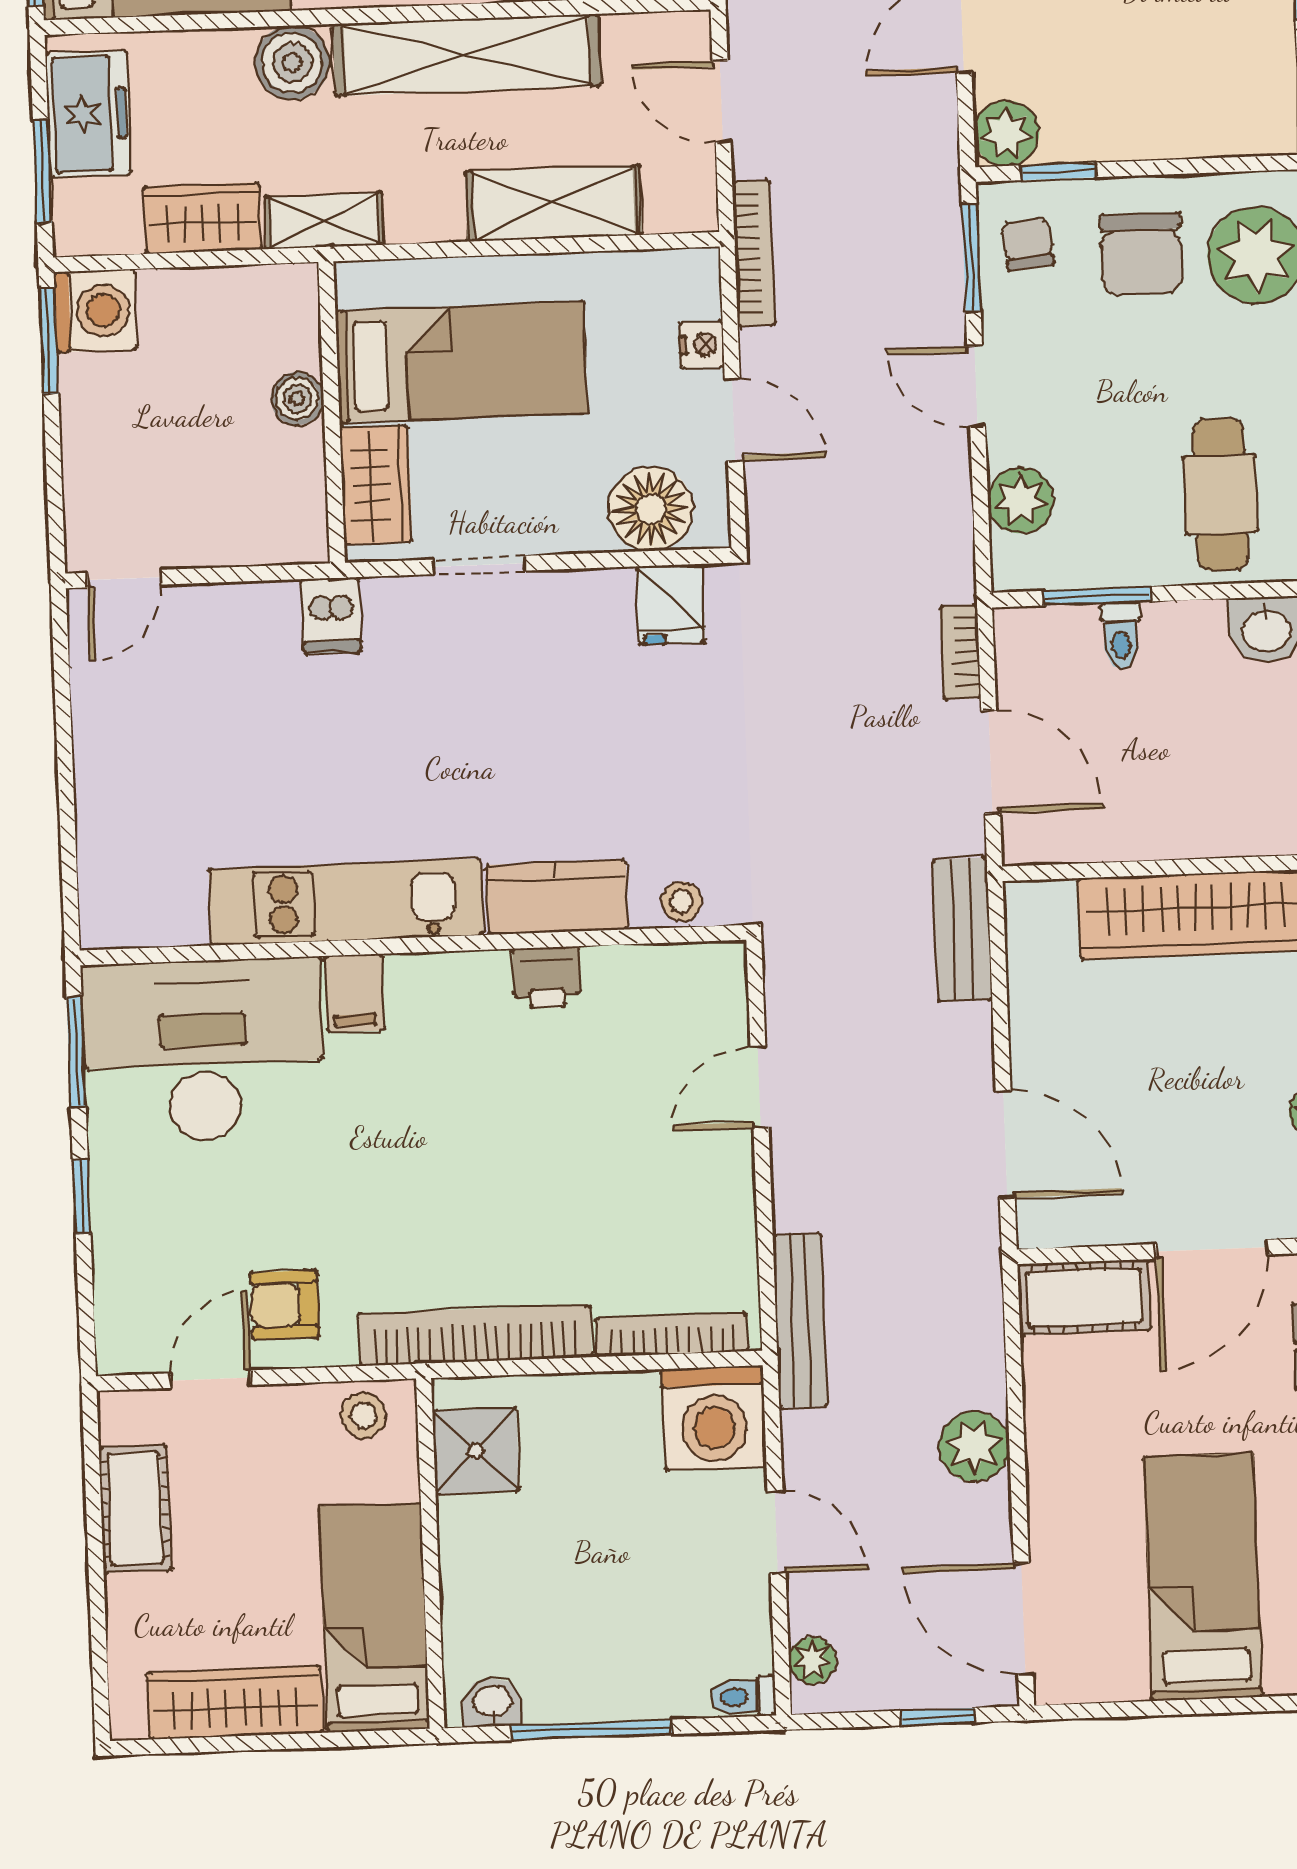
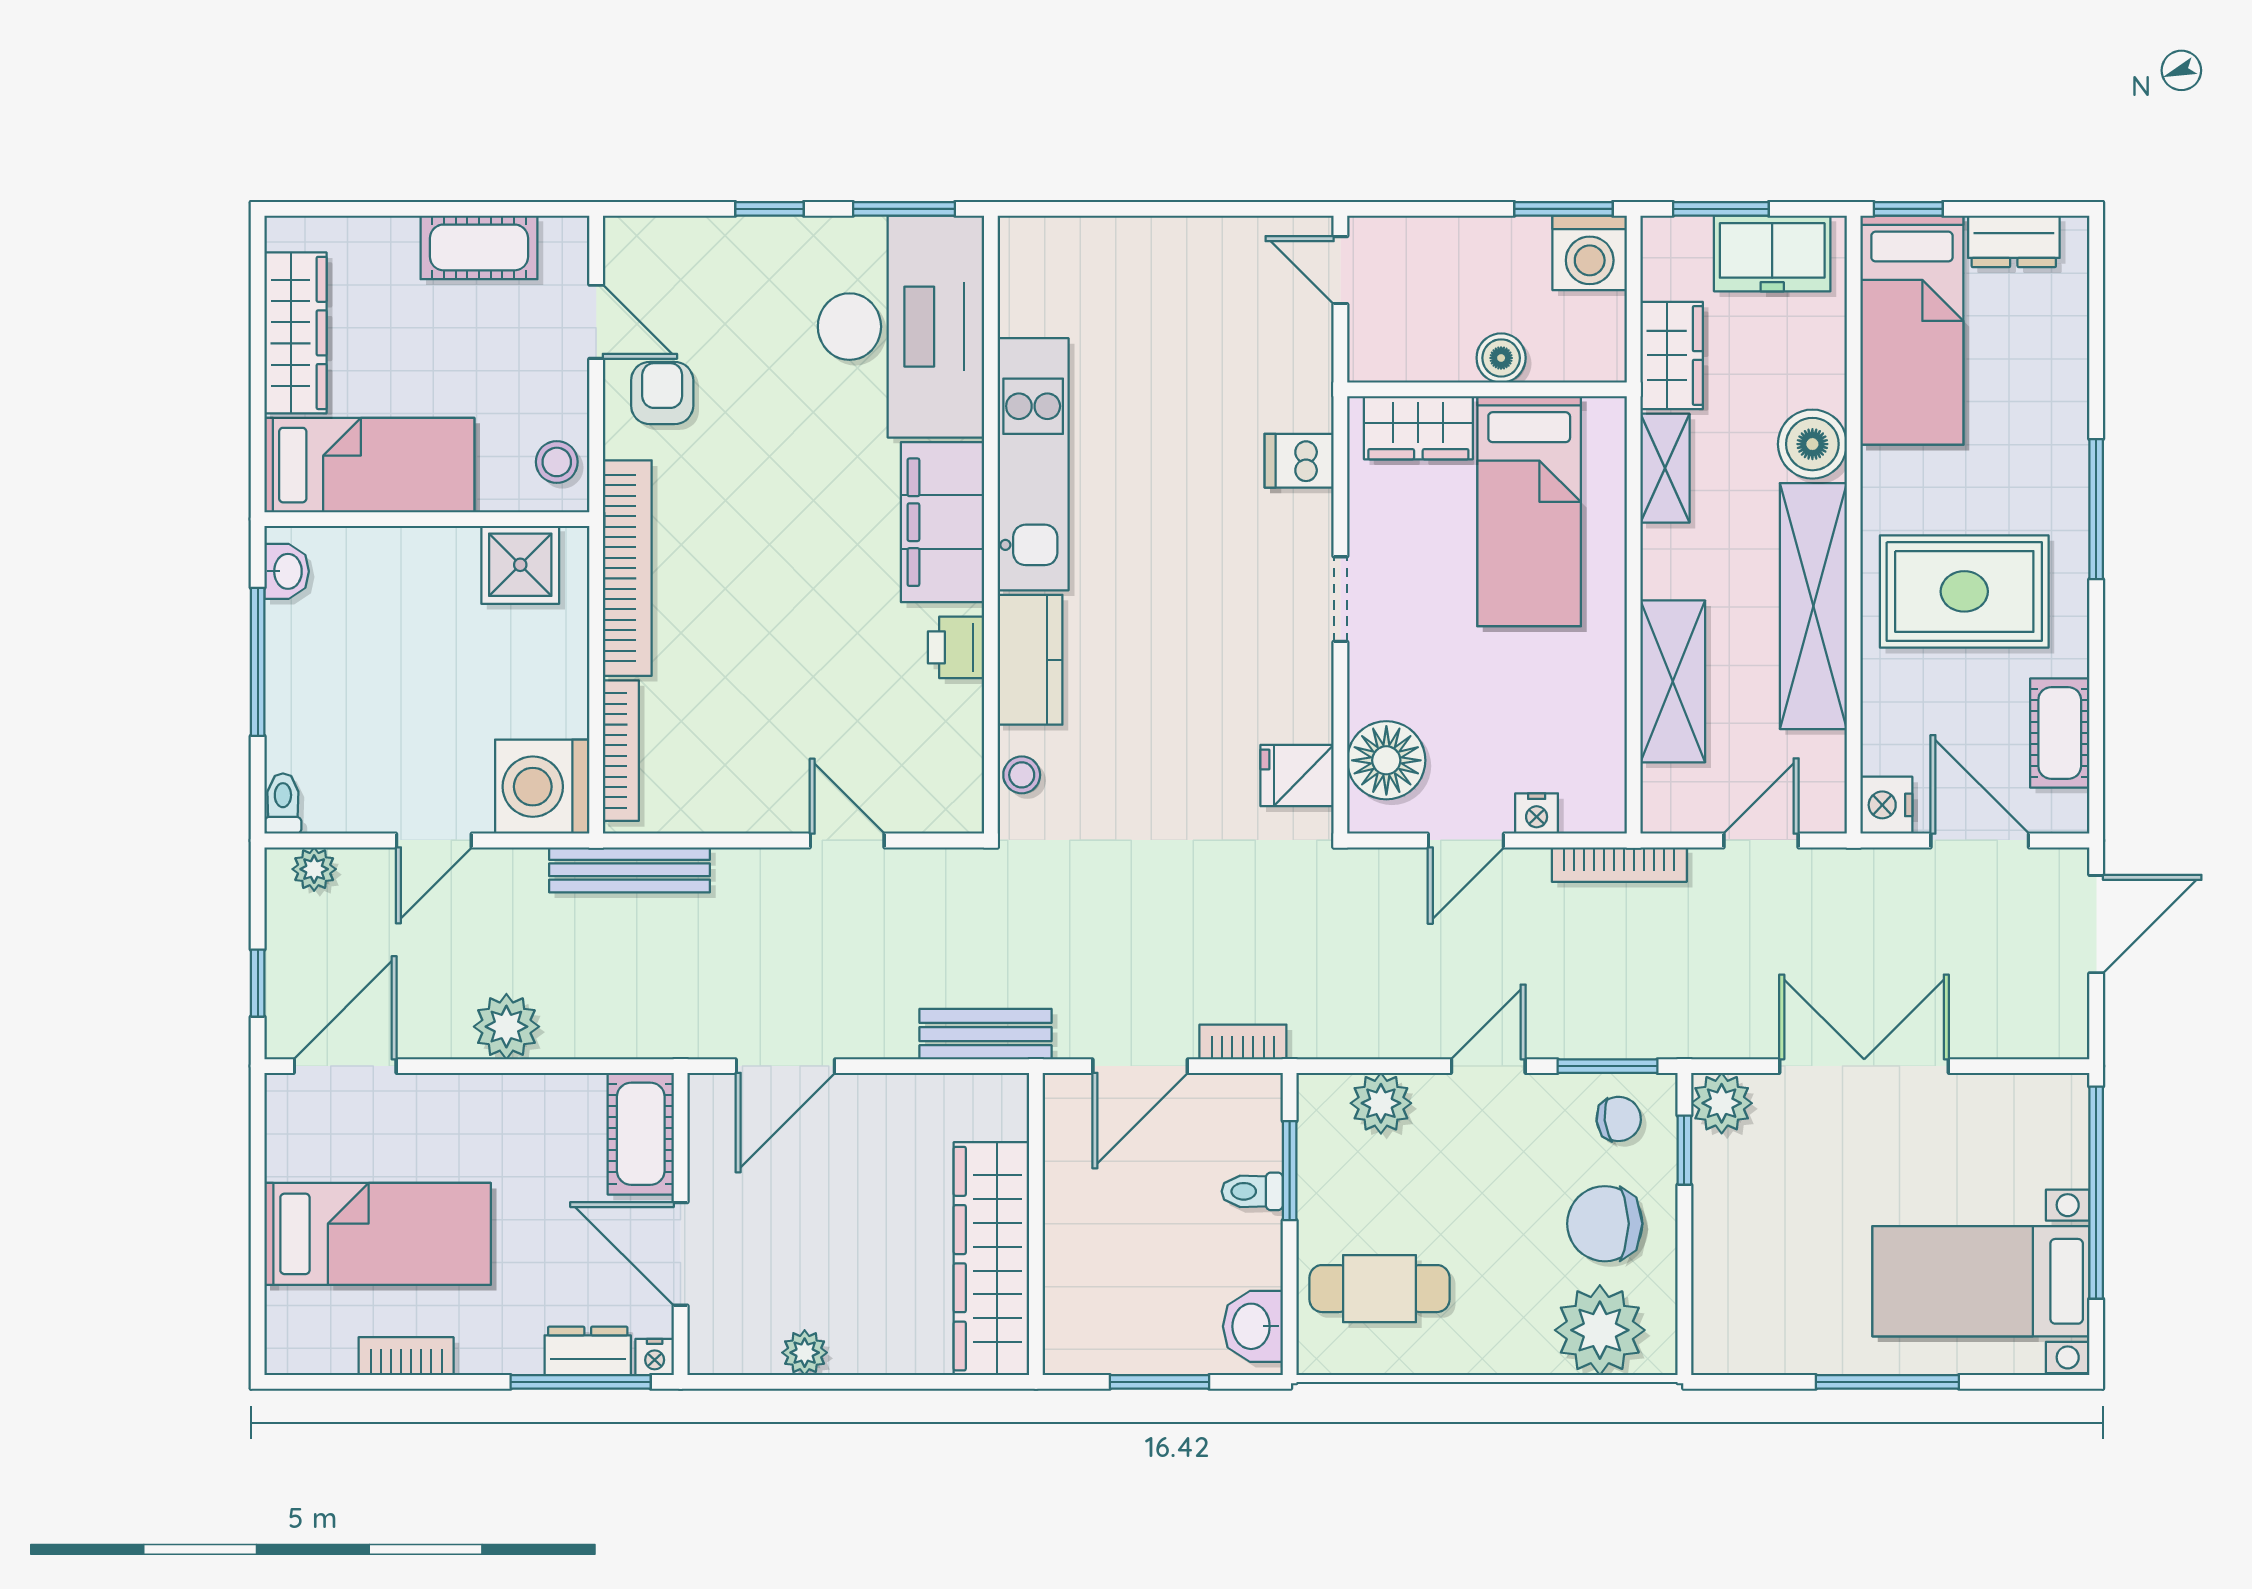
bed: (461, 362) -> (1529, 511), moved
boiler: (297, 399) -> (1501, 358), moved
wall: (332, 412) -> (1487, 389), moved
wardrobe: (376, 485) -> (1418, 428), moved
filing cabinet: (355, 993) -> (943, 522), width x3.00, depth x1.17

